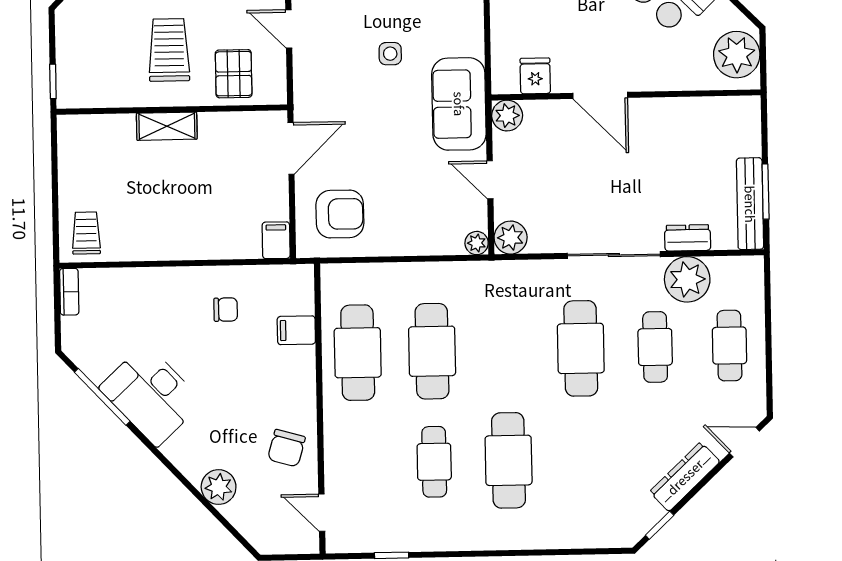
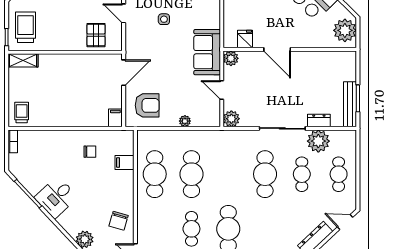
trolley: (169, 50) -> (25, 27), moved
side table: (390, 54) -> (164, 19), moved
shelving: (167, 126) -> (23, 60), moved
plant: (477, 243) -> (185, 121), moved
desk: (151, 395) -> (56, 197), width x0.73

